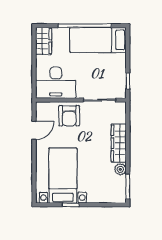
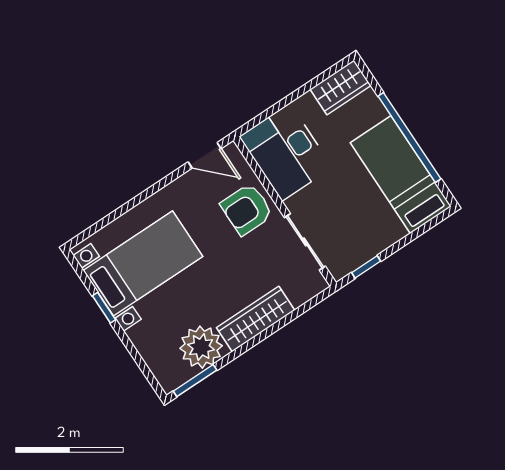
door: (34, 130) -> (205, 155), moved
plant: (120, 169) -> (201, 347), width x1.87, depth x1.87

